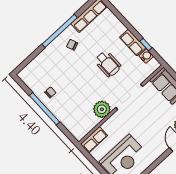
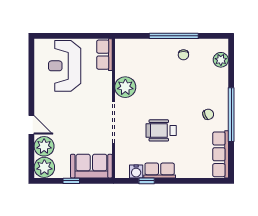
plant: (33, 67) -> (221, 60), added

